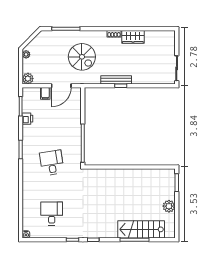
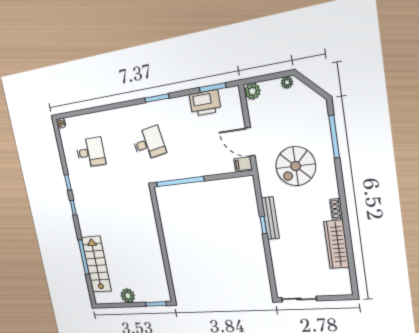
wardrobe: (133, 37) -> (337, 244), width x1.50
filing cabinet: (45, 93) -> (243, 164), moved
printer: (27, 119) -> (205, 103), width x1.87, depth x1.48

